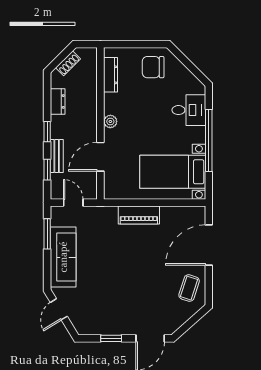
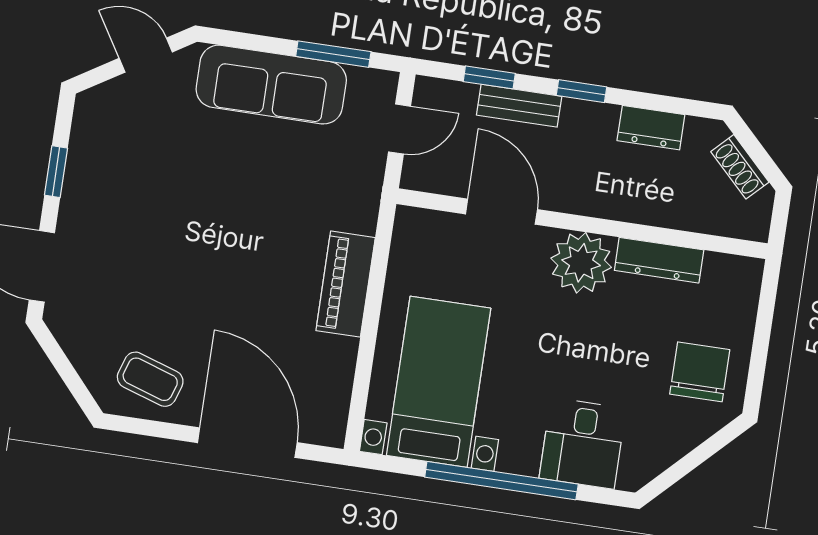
dresser: (110, 75) -> (659, 260), moved
plant: (110, 121) -> (581, 263), width x1.88, depth x1.88

